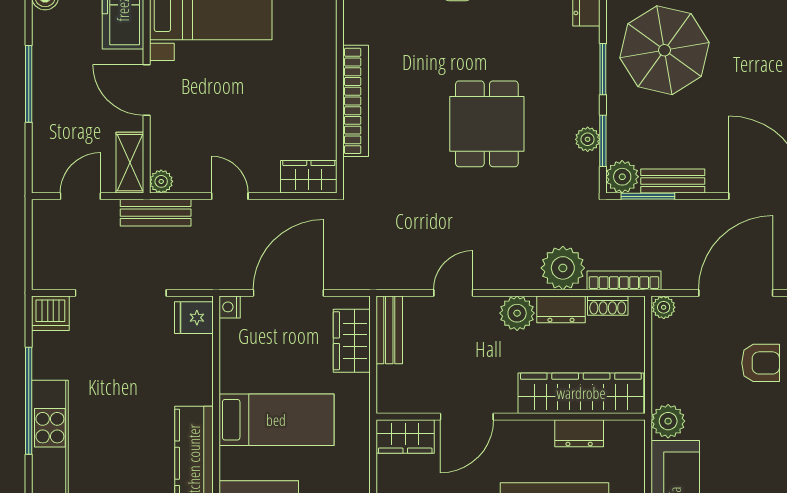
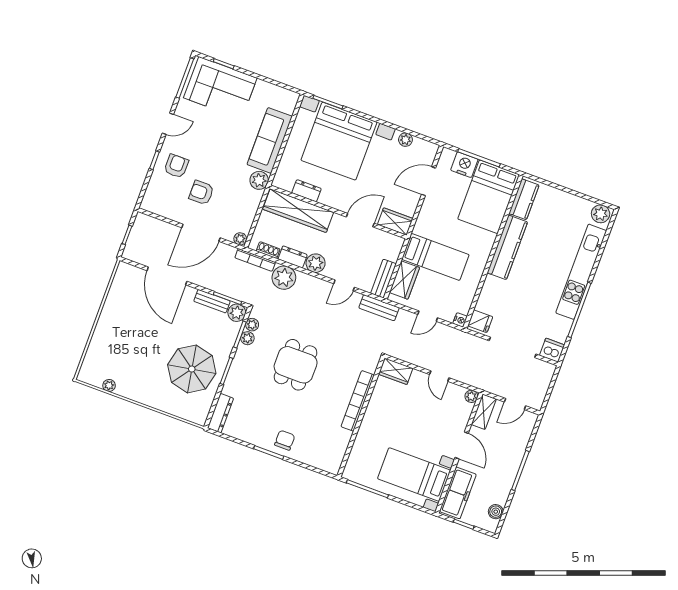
plant: (588, 166) -> (252, 325), added
bench: (156, 213) -> (379, 308), moved
door: (288, 293) -> (428, 316), width x0.53
bed: (276, 420) -> (435, 257), moved, turned 180

